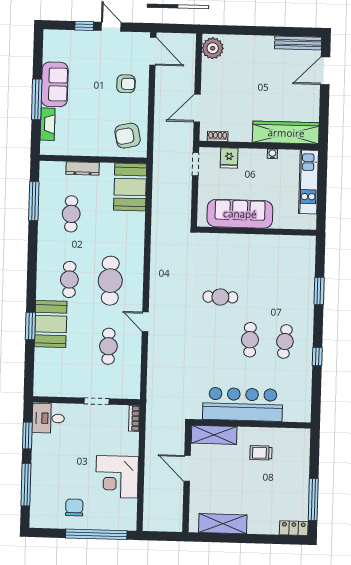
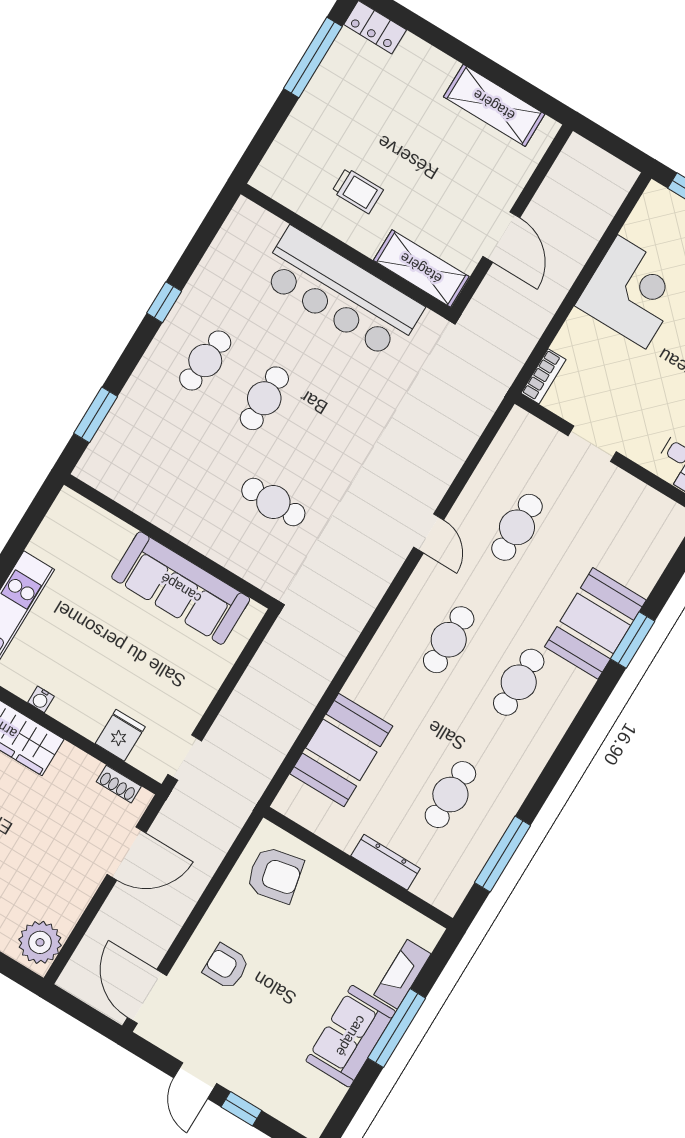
booth: (130, 187) -> (341, 750), moved
sofa: (240, 214) -> (181, 588), moved
wall: (256, 231) -> (169, 541), moved
cafe table: (110, 281) -> (449, 640), width x0.73, depth x0.74

